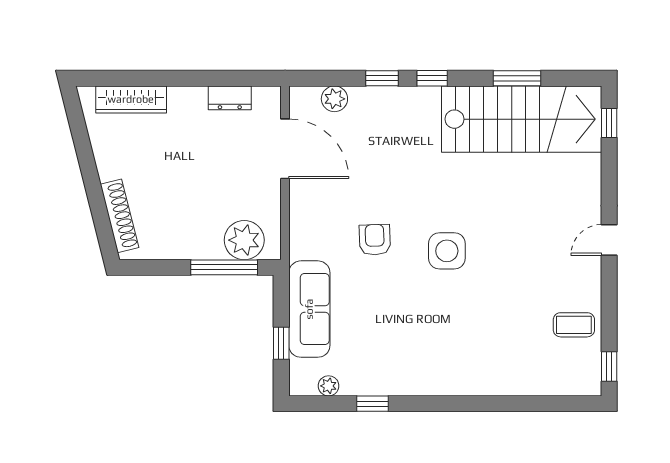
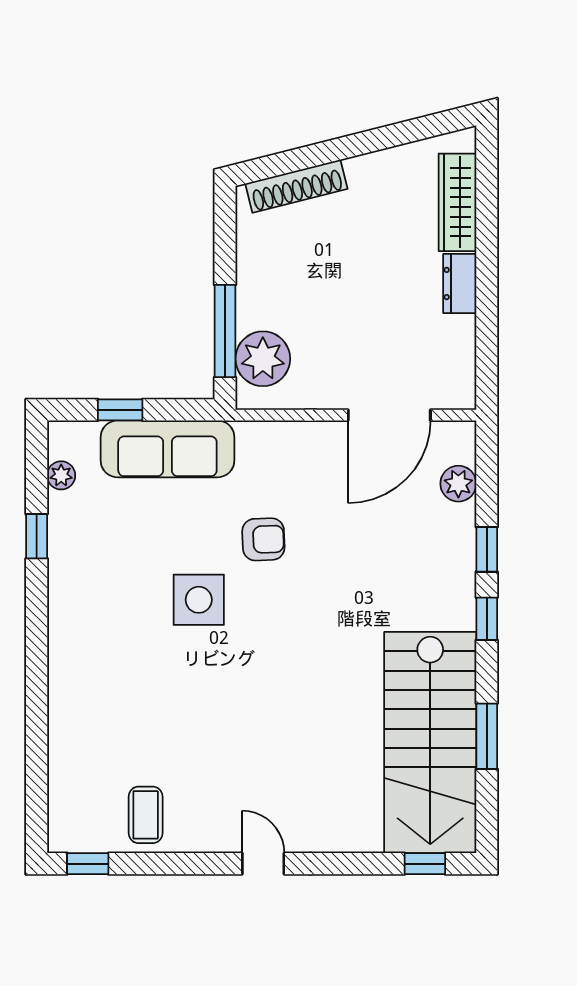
dresser: (230, 98) -> (460, 283), moved
side table: (447, 251) -> (199, 600), moved

